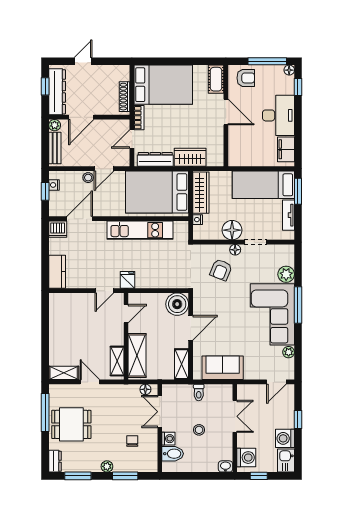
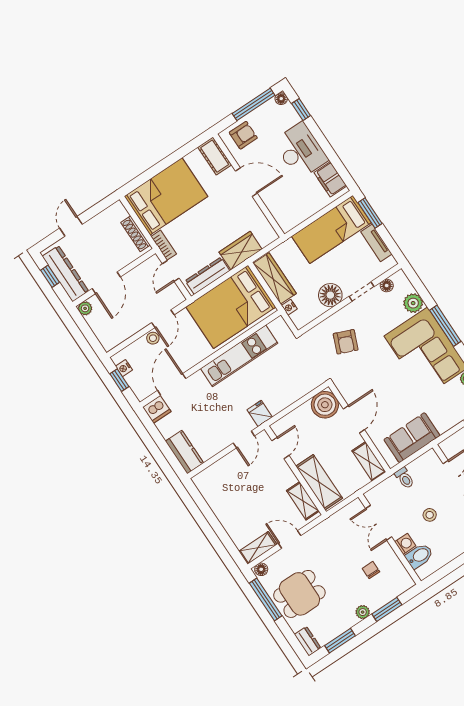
bench: (55, 148) -> (100, 331), removed
floor lamp: (235, 250) -> (387, 286), moved
floor lamp: (145, 389) -> (261, 569), moved

